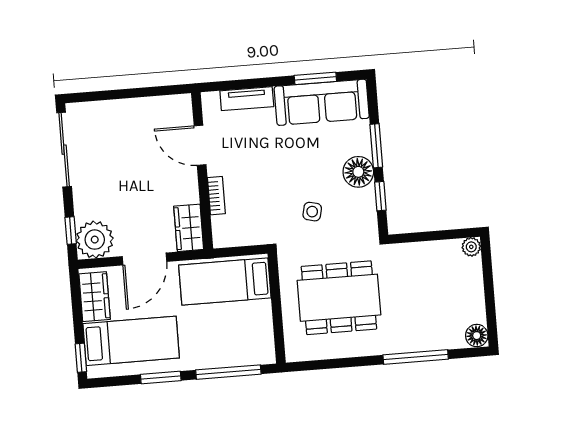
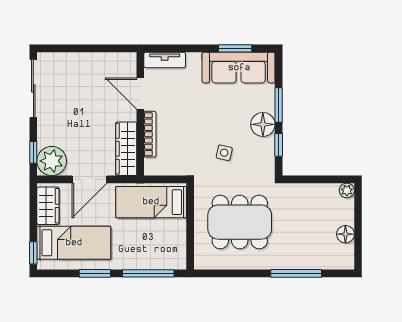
tv unit: (247, 99) -> (165, 60), moved
bookcase: (216, 196) -> (150, 134), width x1.56
wardrobe: (189, 228) -> (126, 149), width x1.50
floor lamp: (477, 336) -> (345, 234), moved

